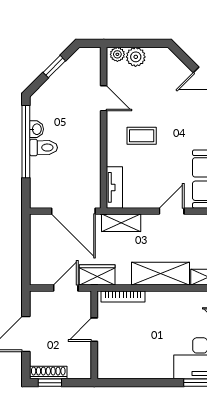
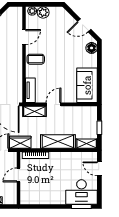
door: (104, 98) -> (24, 37), hinge flipped
coffee table: (142, 136) -> (36, 59), moved
door: (172, 211) -> (54, 104), moved

